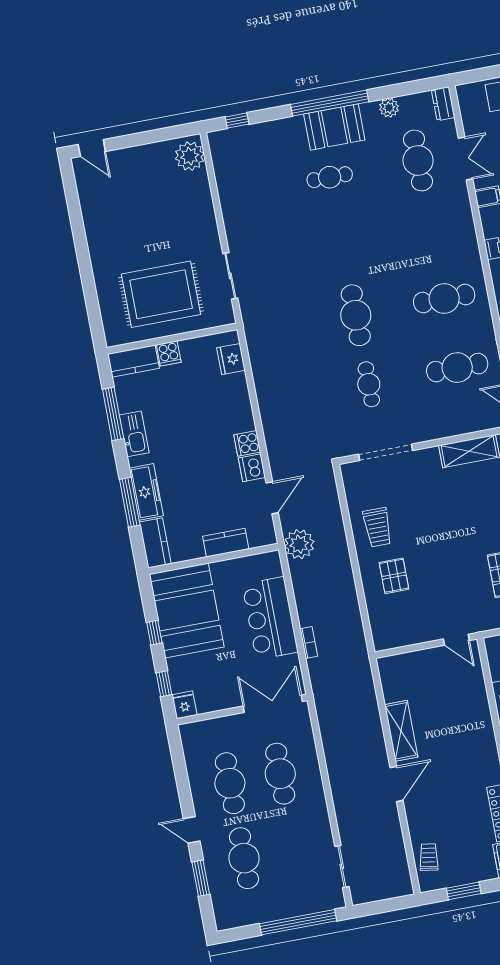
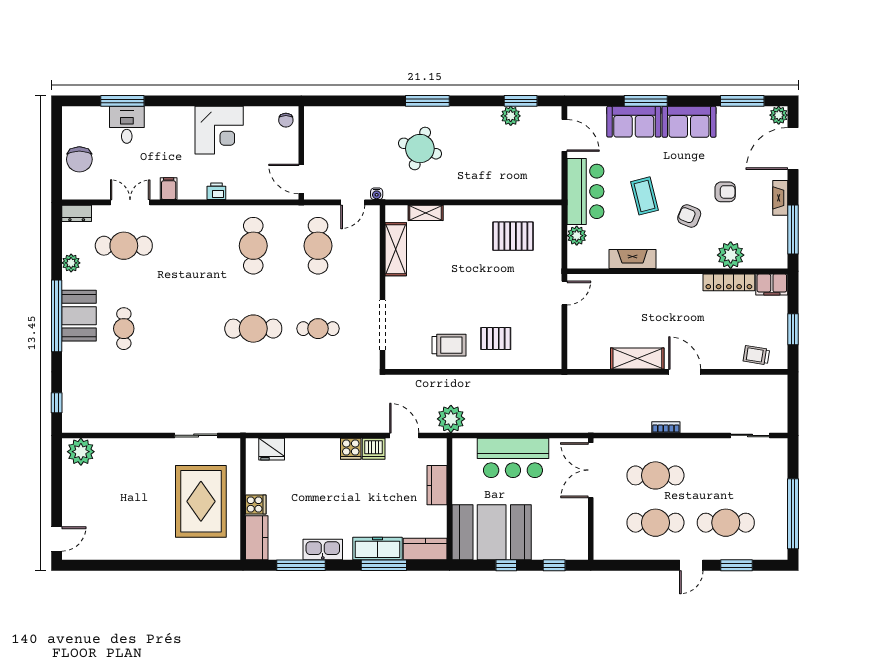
bookcase: (309, 643) -> (666, 427), moved
fridge: (184, 705) -> (577, 550), removed
window: (298, 922) -> (793, 514), moved

